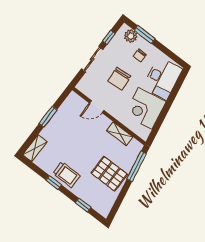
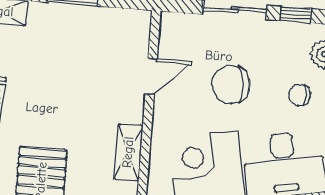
door: (97, 107) -> (151, 76), swing flipped

